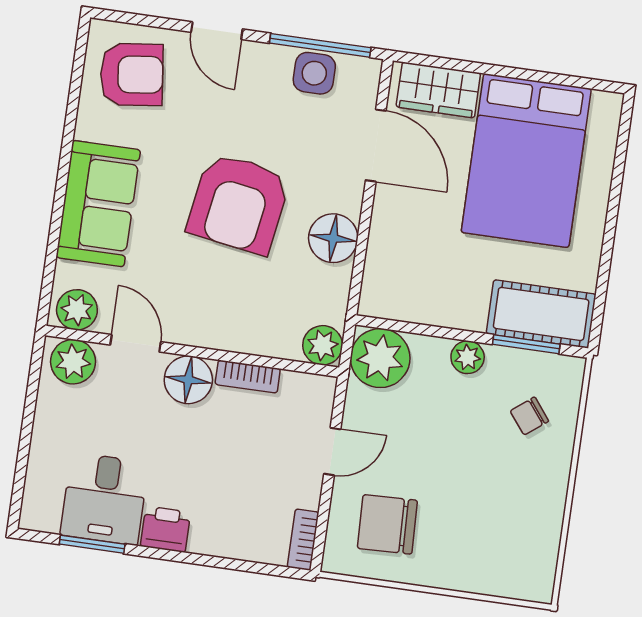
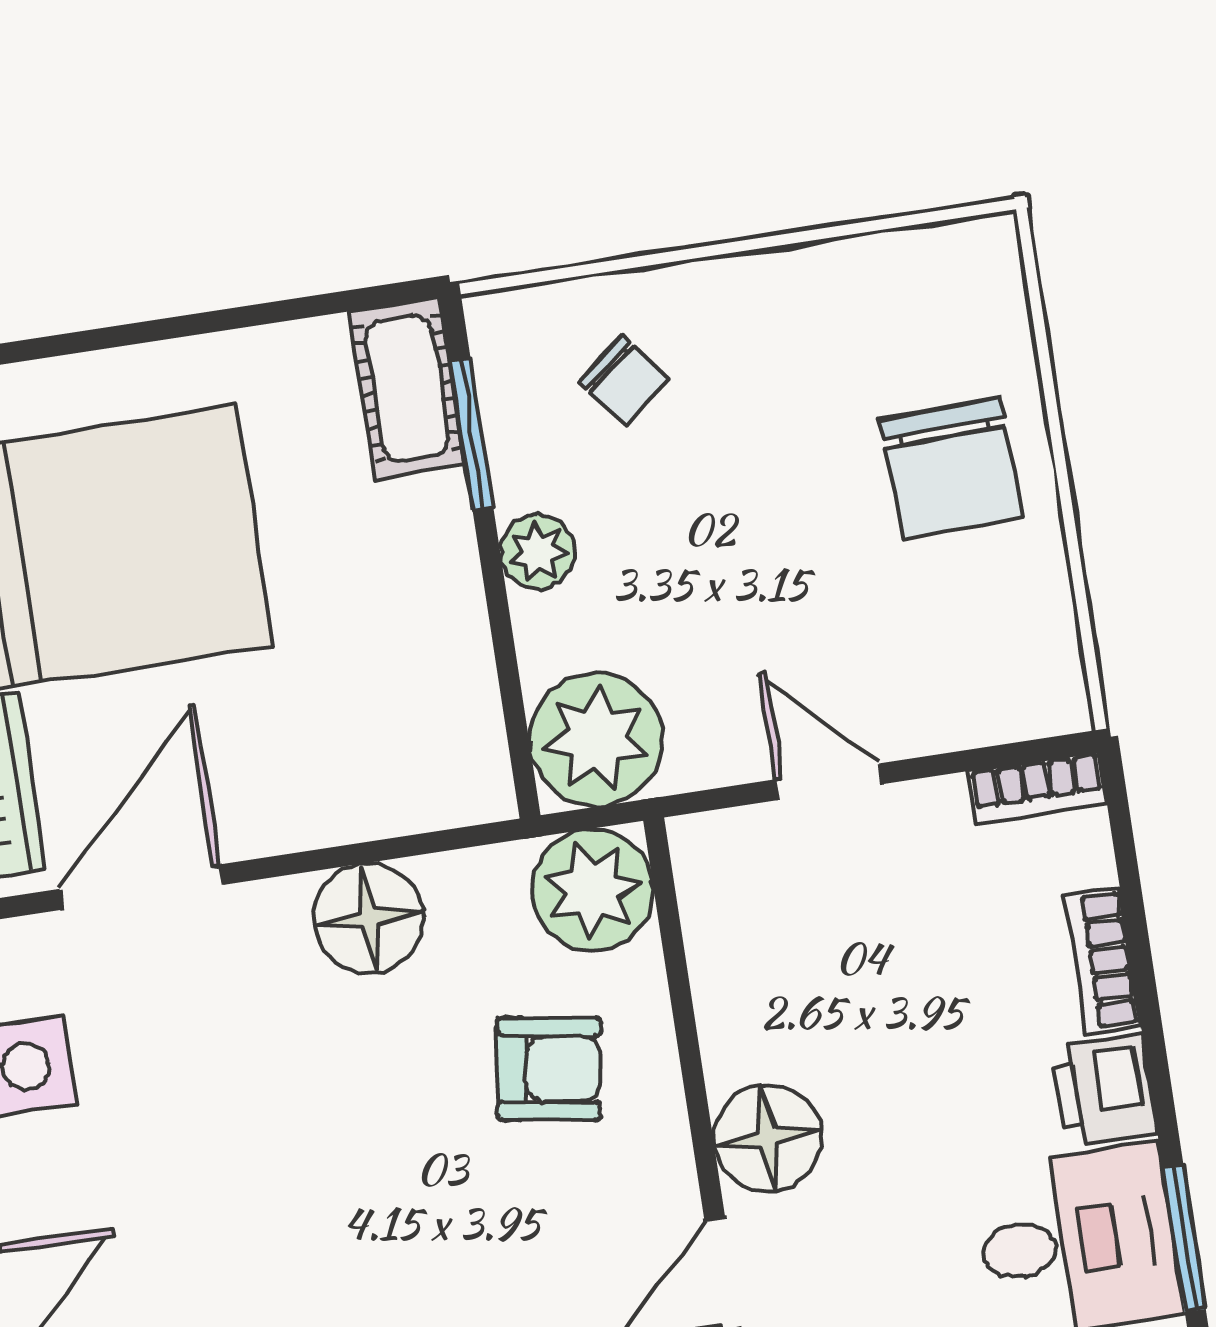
armchair: (239, 203) -> (549, 1069), moved, width x0.53, depth x0.53
cot: (541, 314) -> (407, 388), width x0.73, depth x0.75
plant: (323, 345) -> (592, 890), width x1.36, depth x1.36
bookcase: (248, 377) -> (1103, 961), moved, turned 180
chair: (387, 524) -> (951, 468), moved

